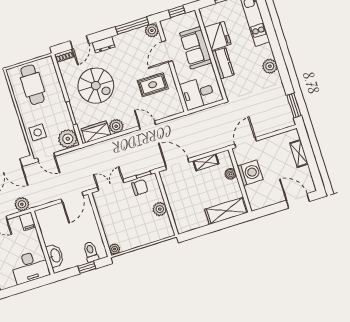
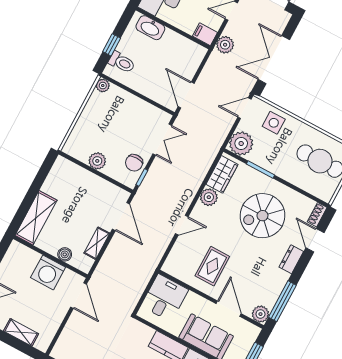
door: (177, 164) -> (121, 217), hinge flipped

